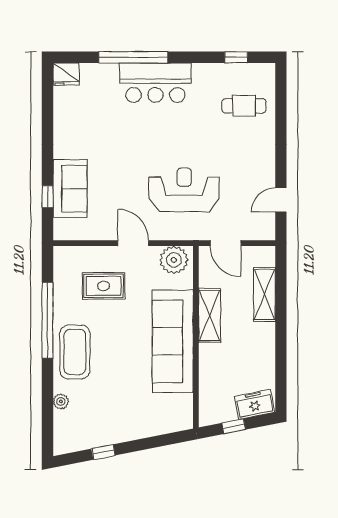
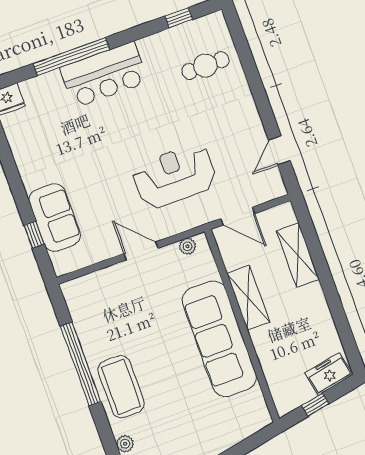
plant: (174, 260) -> (187, 246), width x0.53, depth x0.53
rug: (104, 286) -> (126, 307), removed

